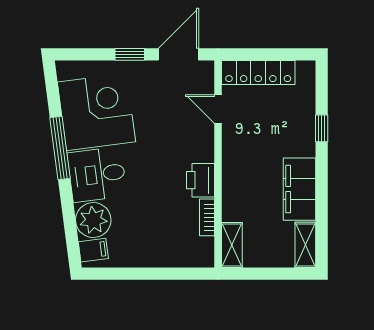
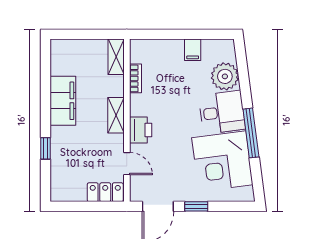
locker: (258, 73) -> (105, 192), width x0.66
printer: (201, 180) -> (141, 130), moved
shelving: (305, 245) -> (116, 115), moved
filing cabinet: (93, 250) -> (193, 50), moved, turned -83

